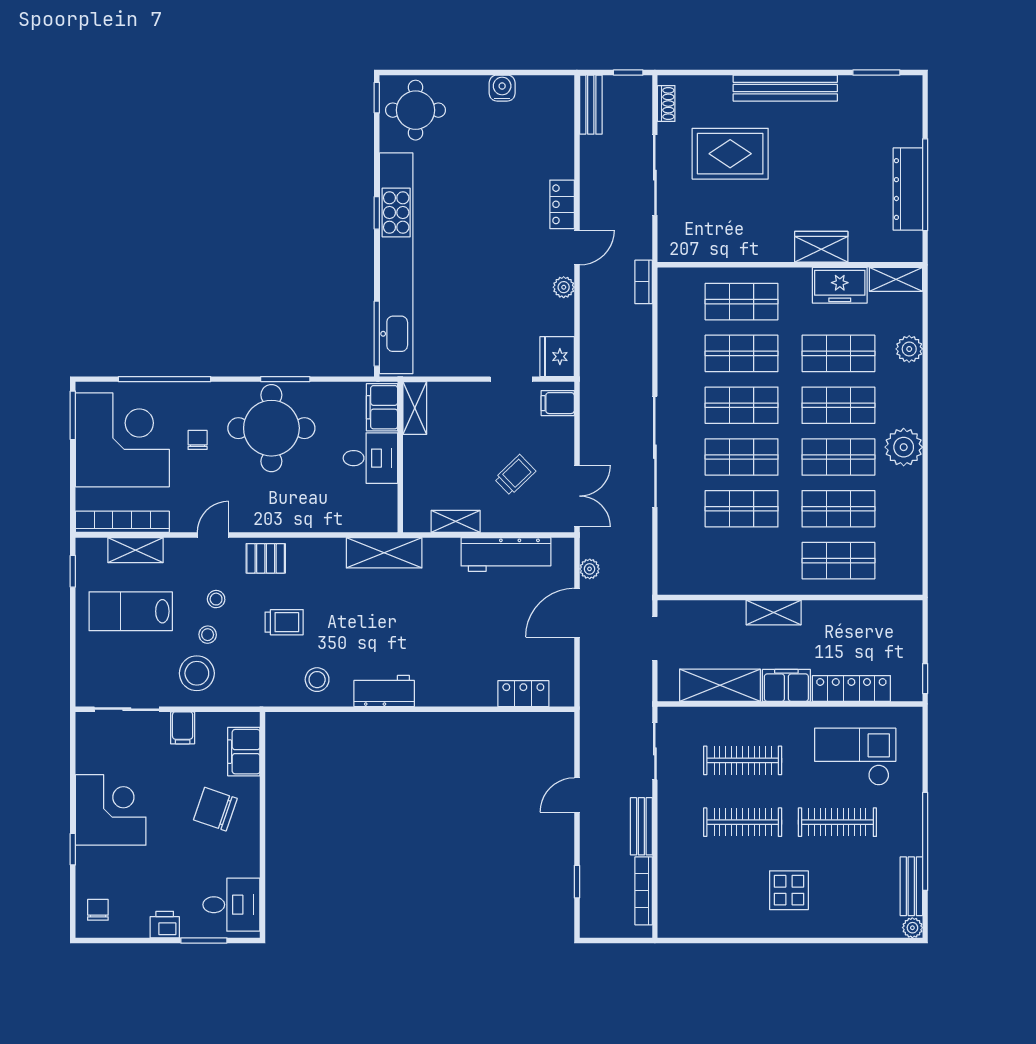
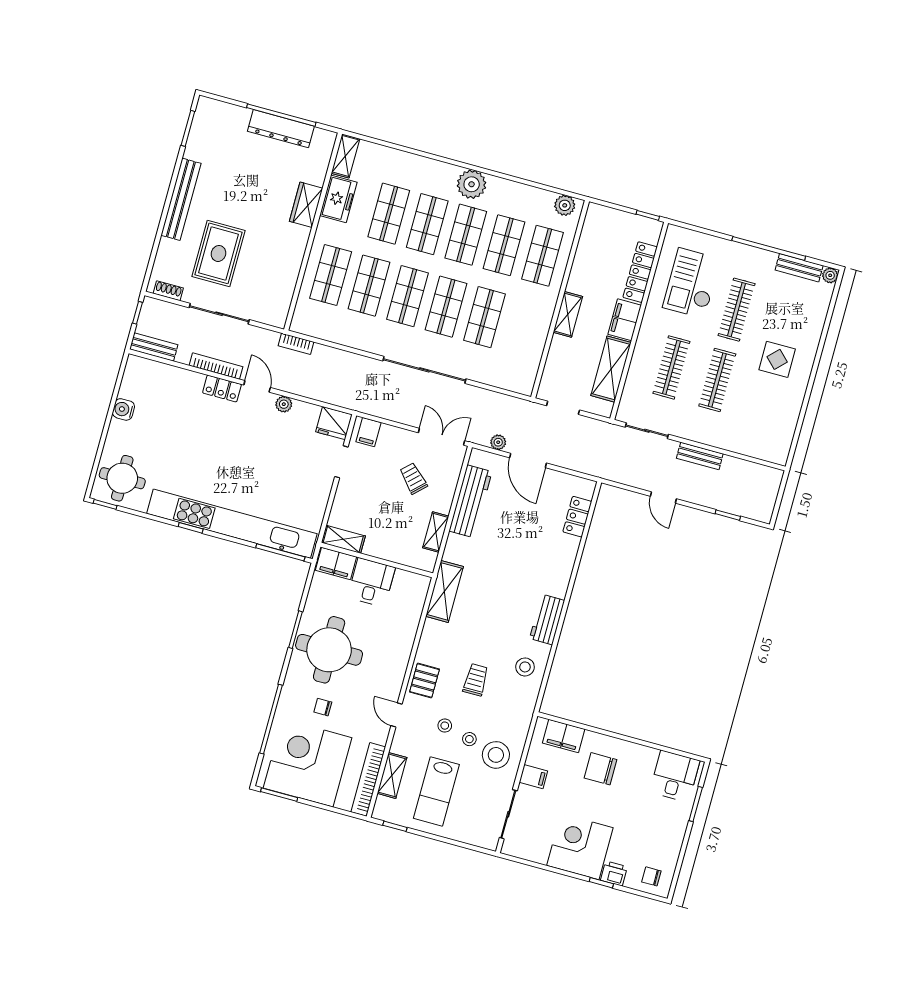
plant: (909, 349) -> (565, 205), moved
chair: (215, 809) -> (601, 769), turned 71
bookcase: (644, 891) -> (216, 366), moved, turned 180
printer: (165, 925) -> (614, 874), moved, turned 90

